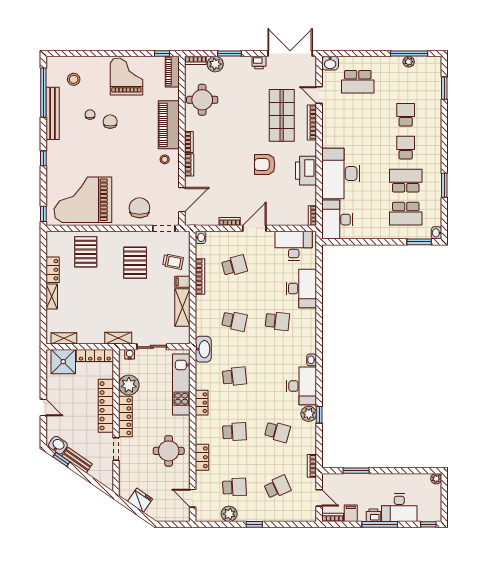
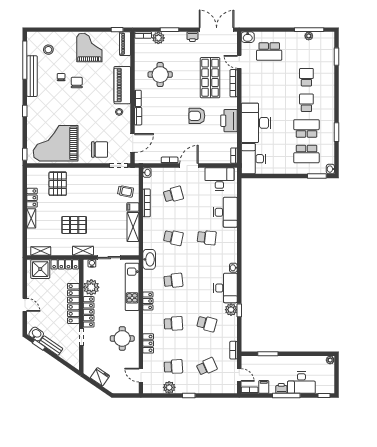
round table: (202, 100) -> (160, 75), moved
chair: (139, 208) -> (100, 150), turned 90
pallet: (135, 263) -> (74, 225), moved, turned 90

